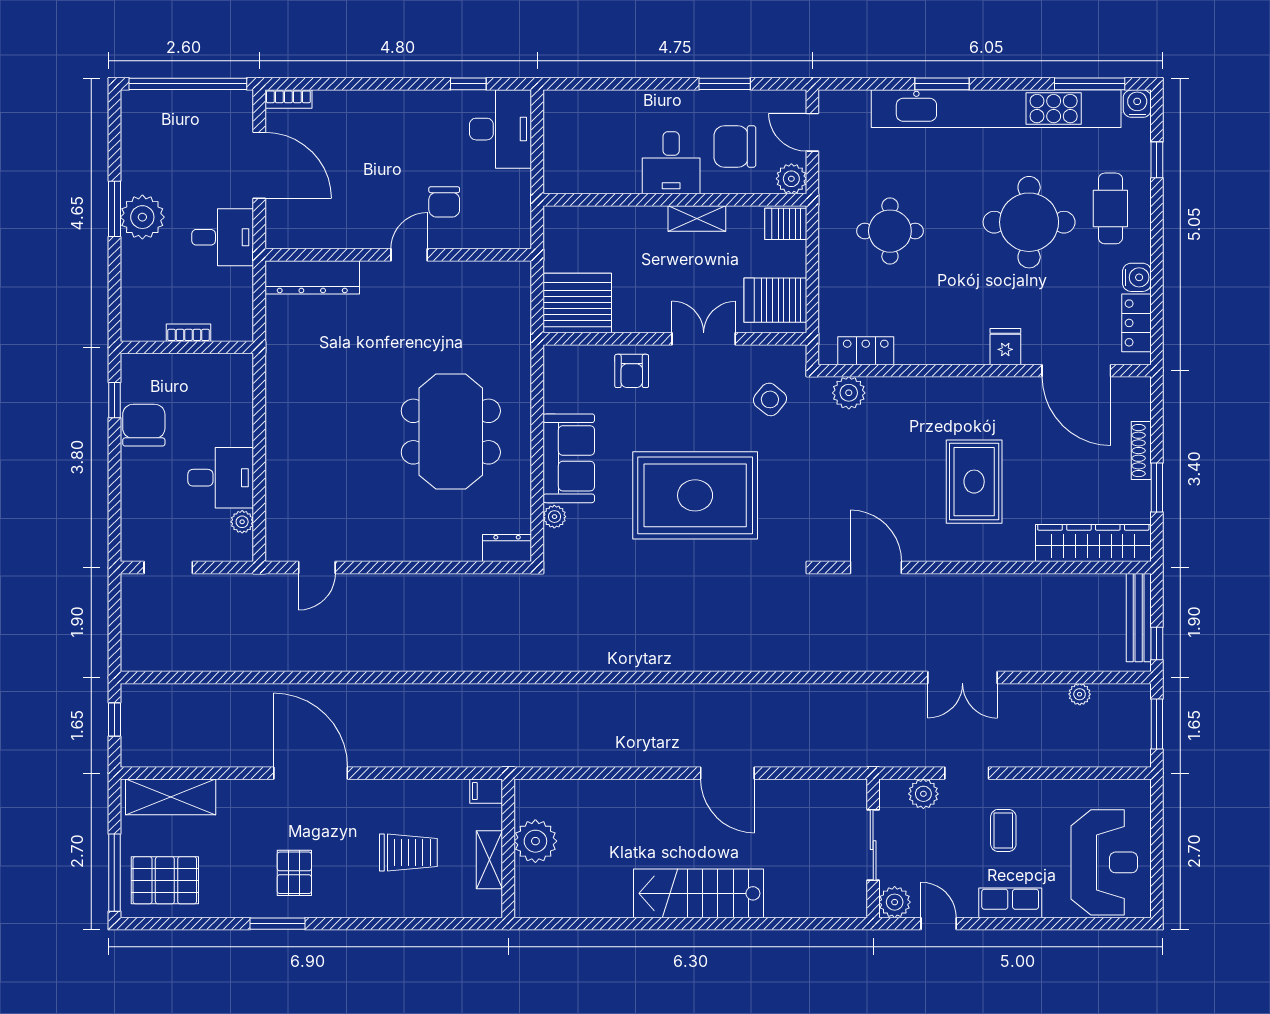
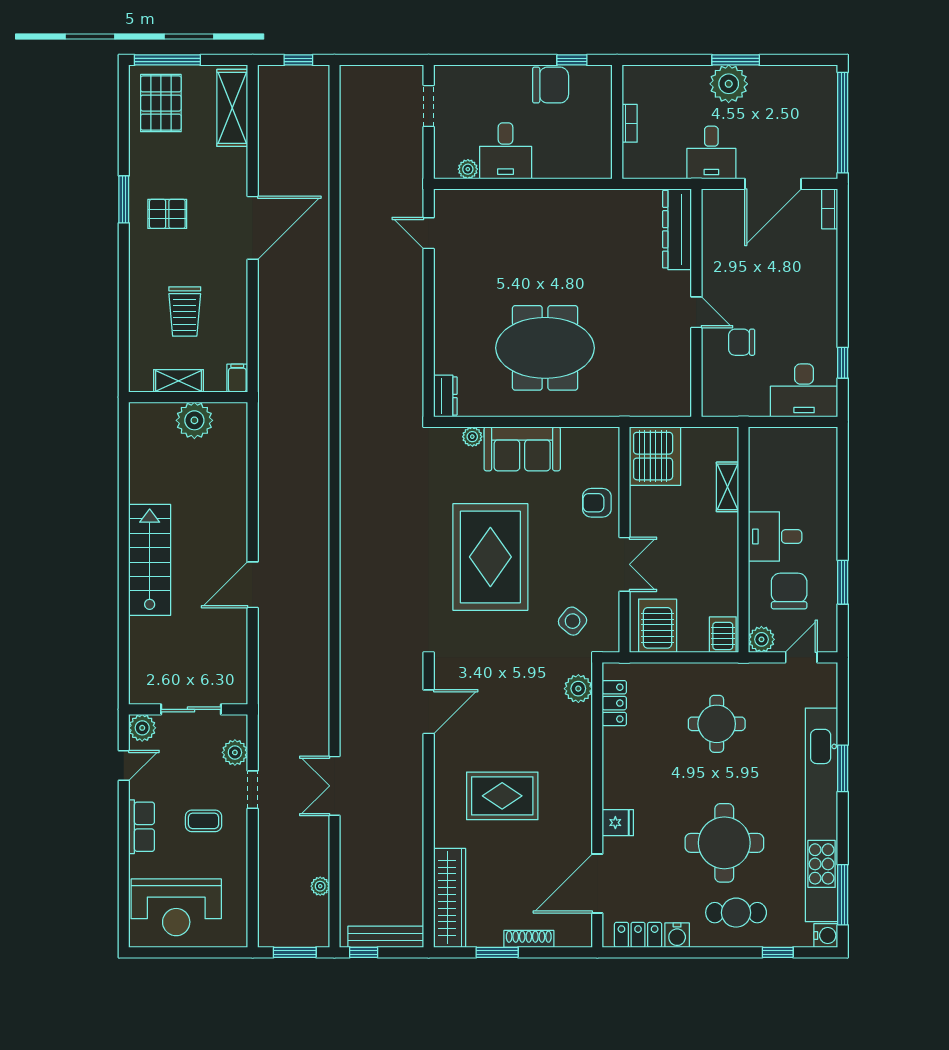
shelving: (697, 218) -> (727, 487), moved

